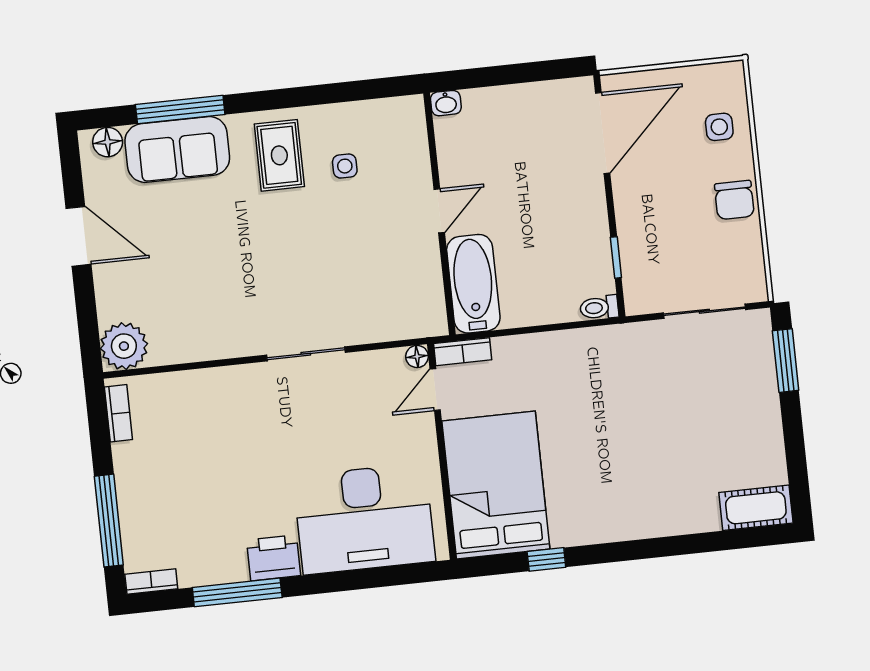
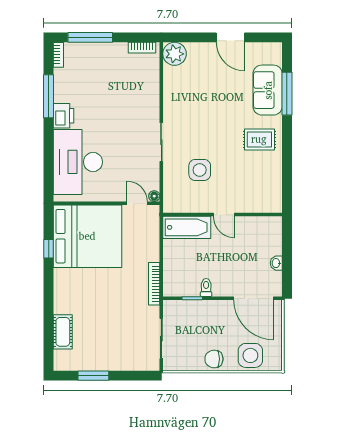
washbasin: (446, 103) -> (276, 263), moved
side table: (719, 127) -> (250, 355), width x1.87, depth x1.87
floor lamp: (108, 142) -> (275, 56), removed
side table: (345, 166) -> (200, 170), moved, width x1.87, depth x1.87
door: (78, 236) -> (230, 37), hinge flipped
toilet: (599, 308) -> (206, 287), moved
bookcase: (463, 352) -> (154, 284), moved, width x1.56
window: (786, 361) -> (93, 376), moved
bed: (496, 485) -> (87, 236), width x1.36
cot: (756, 508) -> (63, 332), moved

